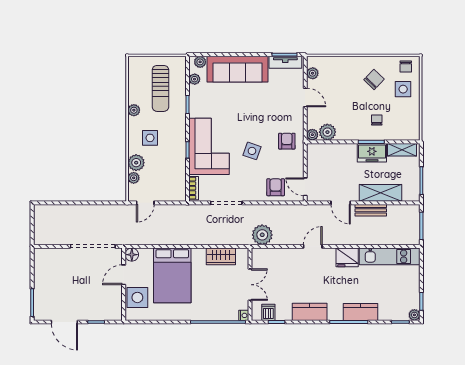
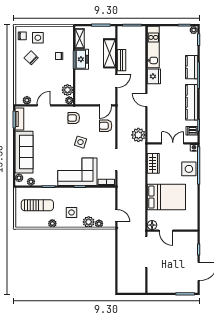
side table: (137, 297) -> (189, 169), moved
kitchen counter: (310, 312) -> (192, 102), width x1.50

